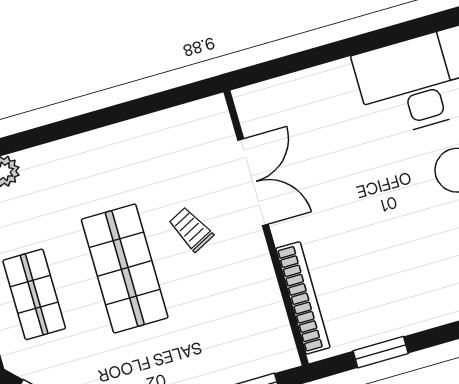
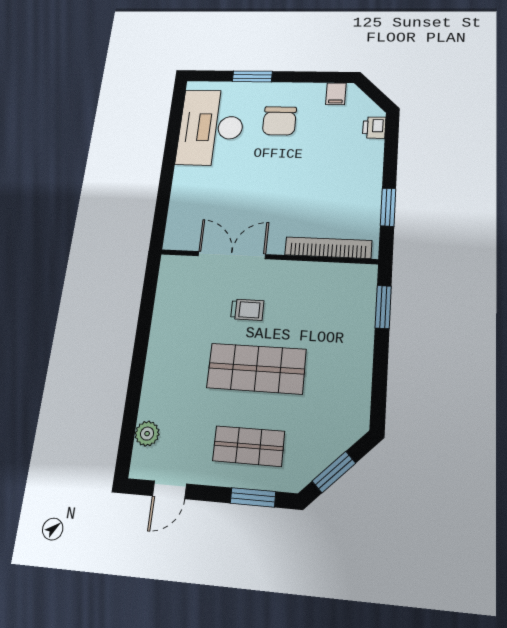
trolley: (191, 229) -> (247, 310), turned -153

